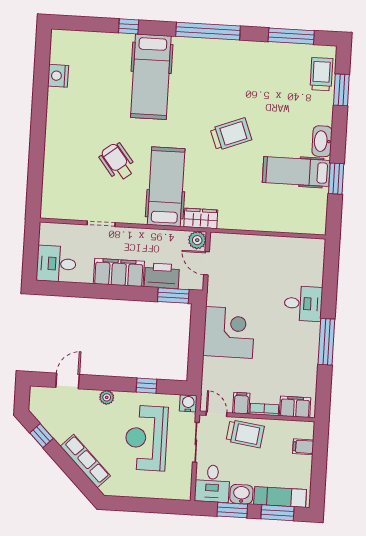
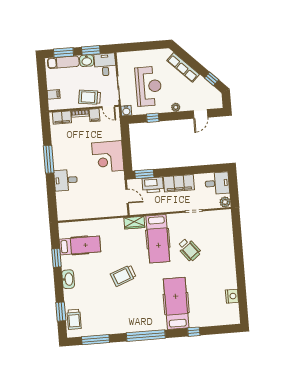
hospital bed: (296, 171) -> (80, 245), moved
plant: (197, 240) -> (225, 202), moved

